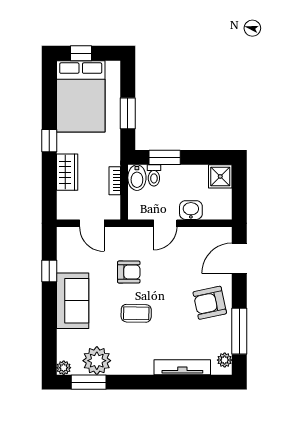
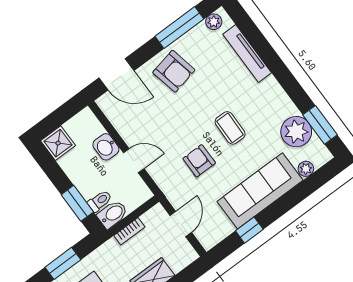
sofa: (73, 301) -> (260, 191), width x1.36
plant: (64, 368) -> (306, 169), moved

